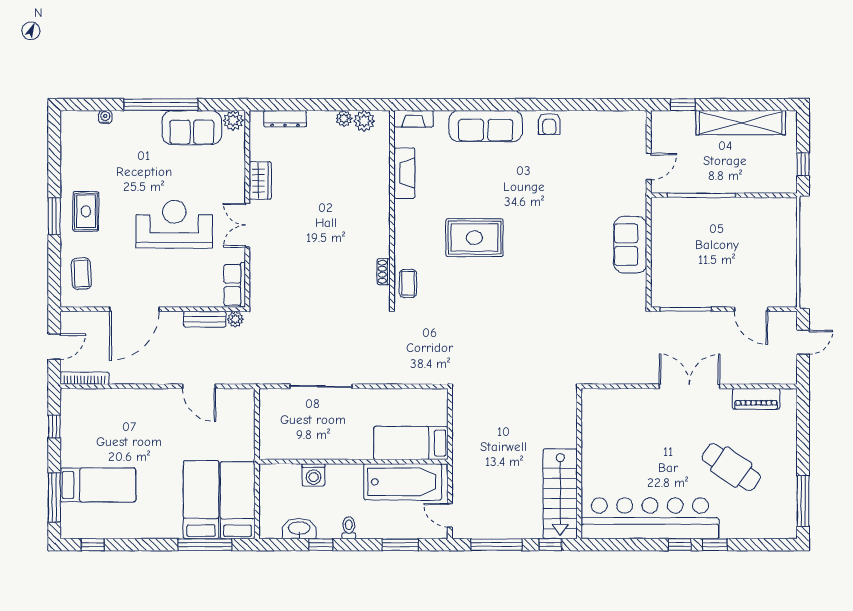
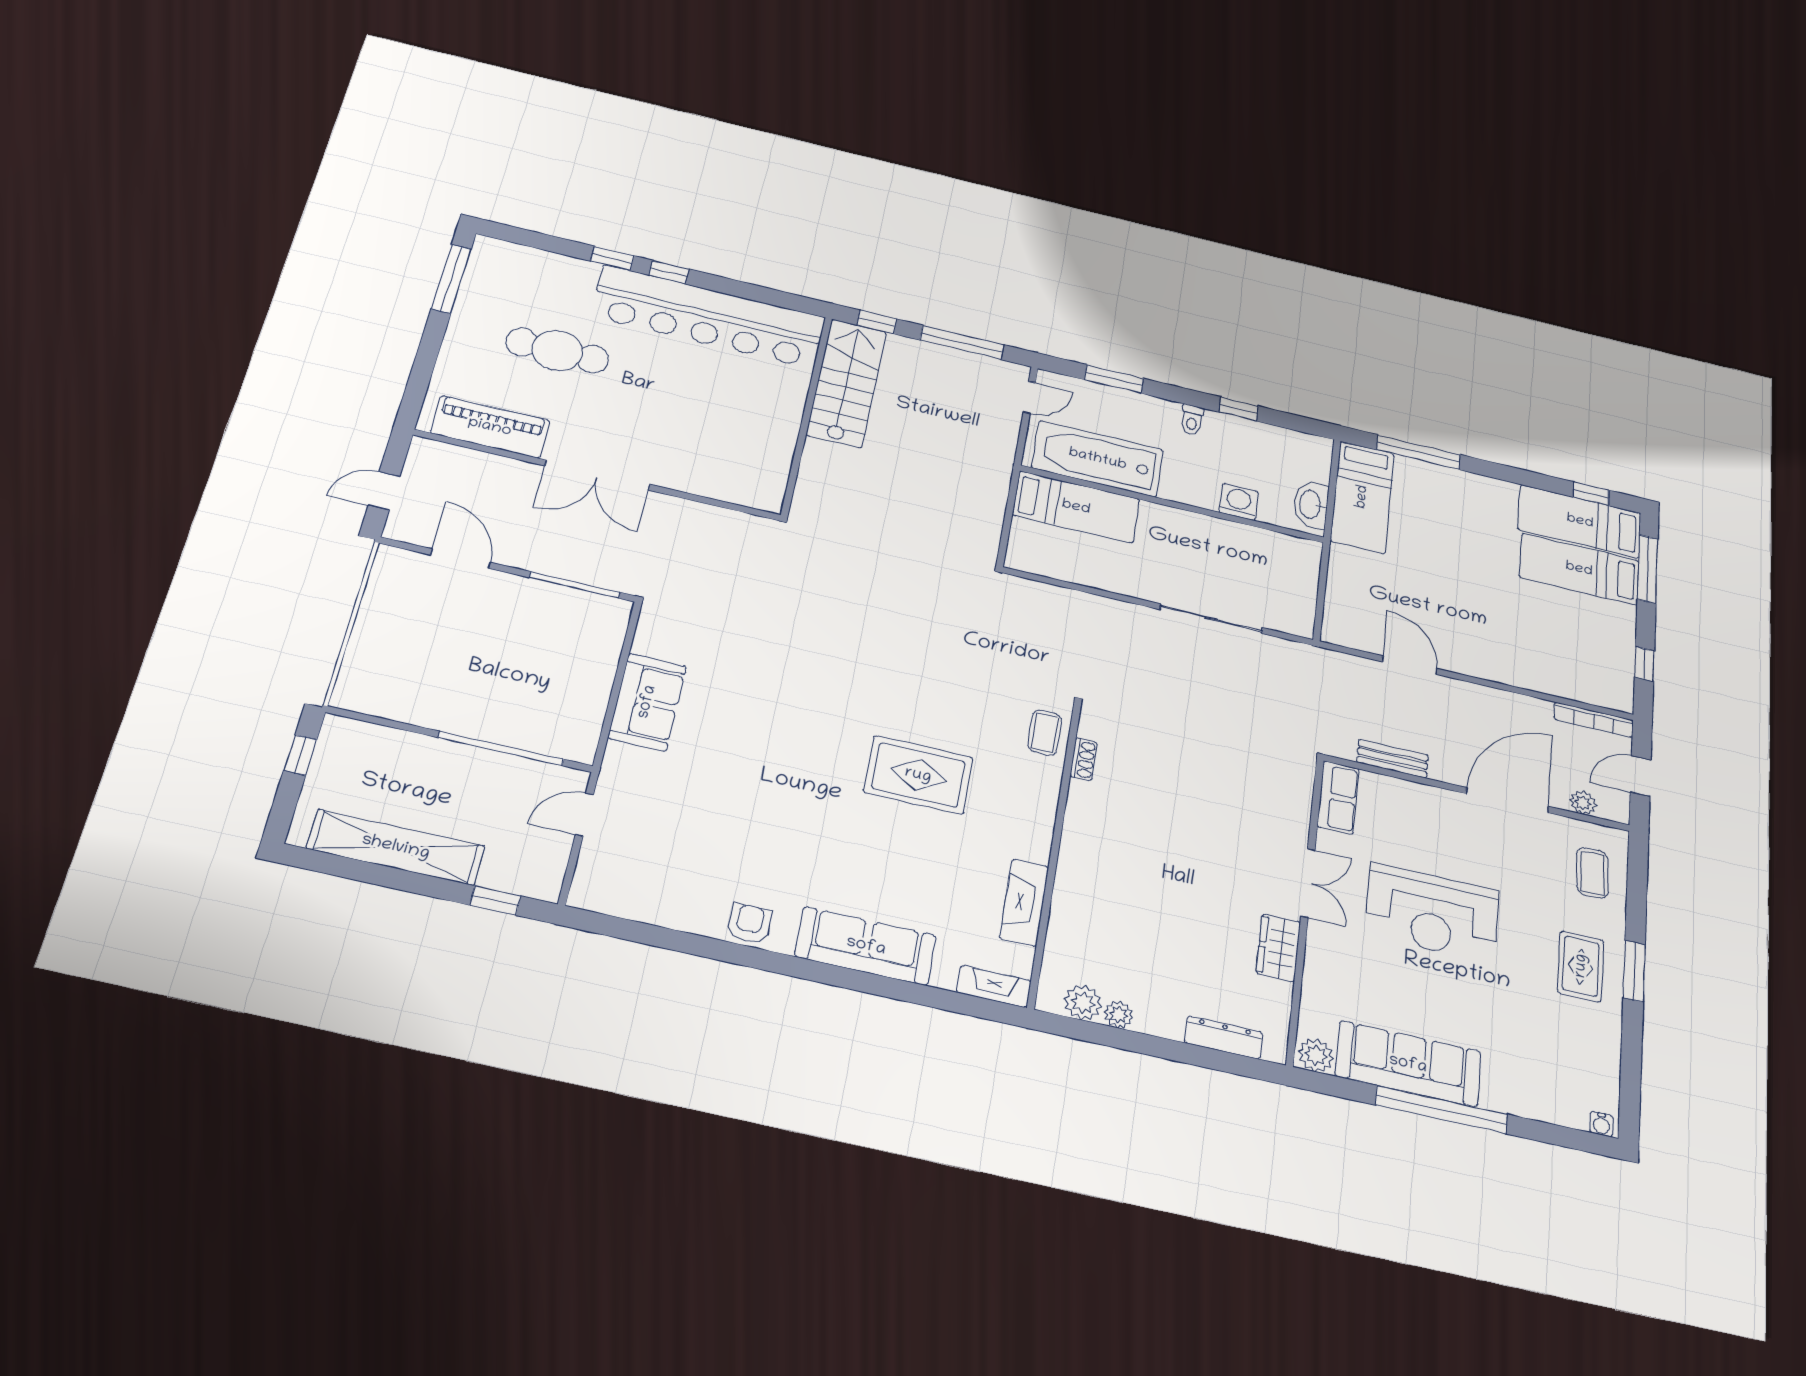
water cooler: (105, 117) -> (1601, 1124), moved
sofa: (192, 128) -> (1408, 1064), width x1.36
plant: (235, 319) -> (1583, 803), moved
piano: (756, 399) -> (490, 427), width x1.37, depth x1.33
cafe table: (731, 467) -> (557, 351), turned -34
bed: (201, 500) -> (1580, 521), moved, turned 90
door: (450, 515) -> (1029, 397), hinge flipped
washbasin: (299, 529) -> (1311, 504), moved, turned 90

